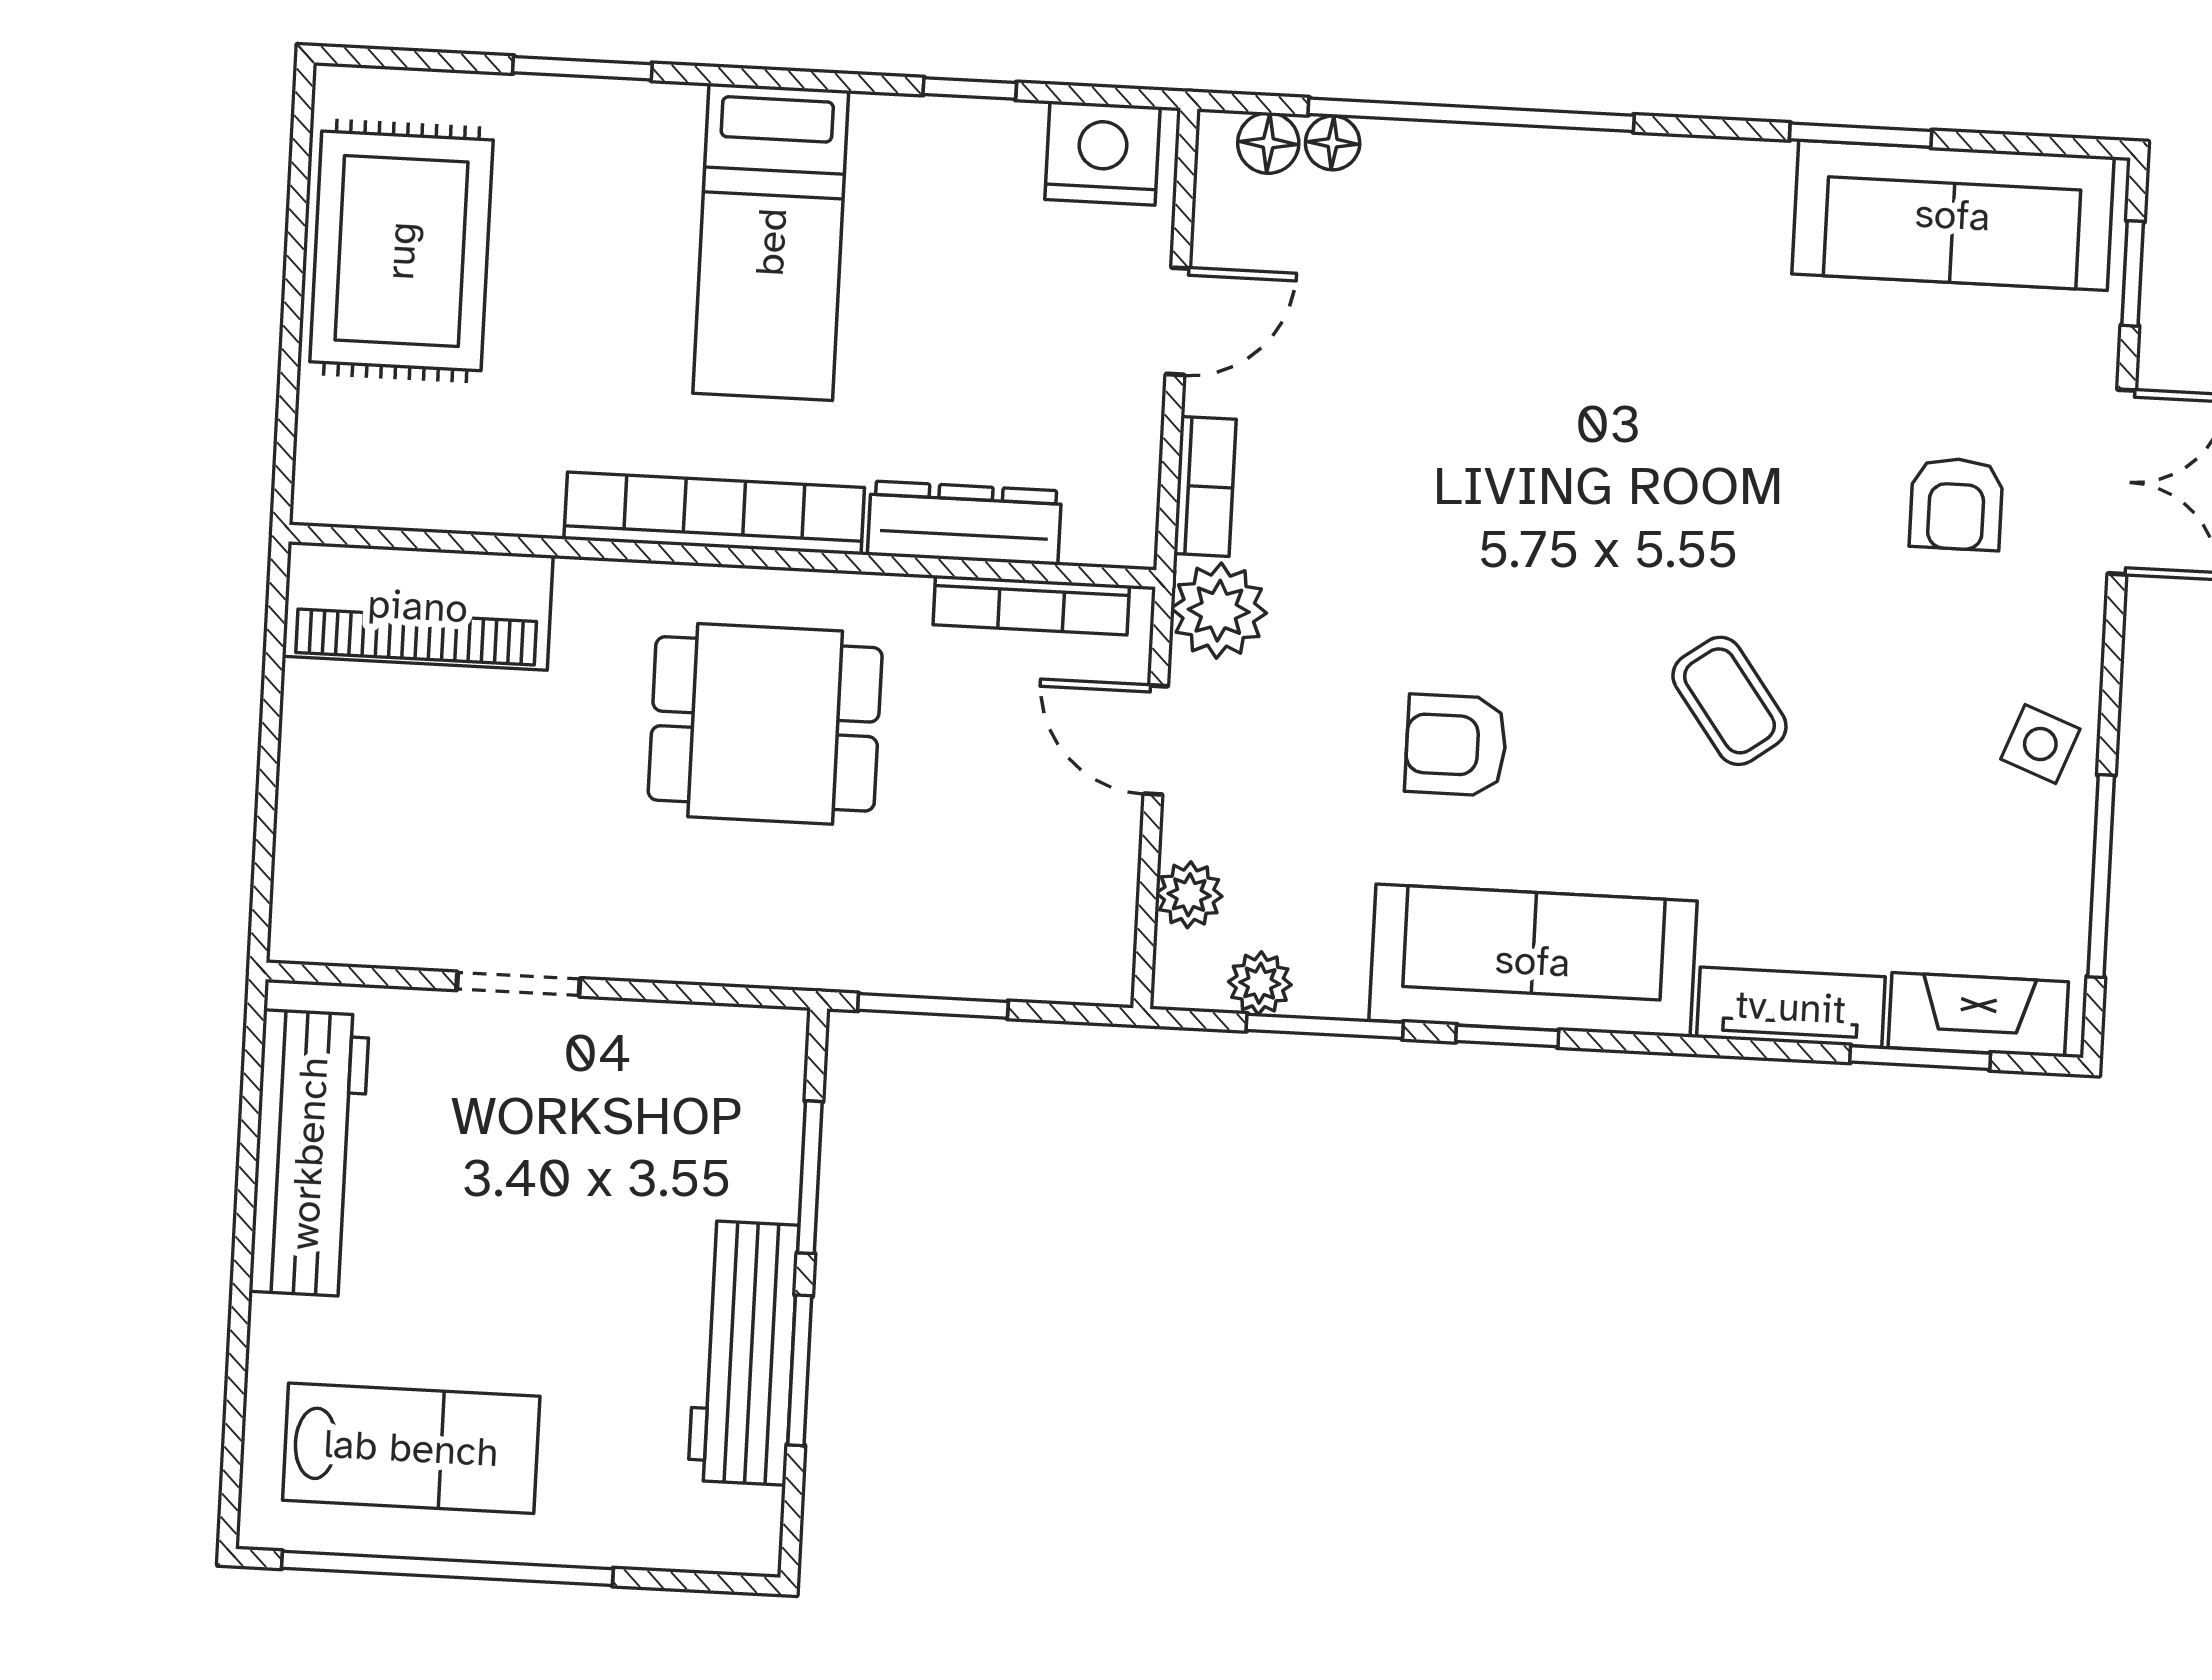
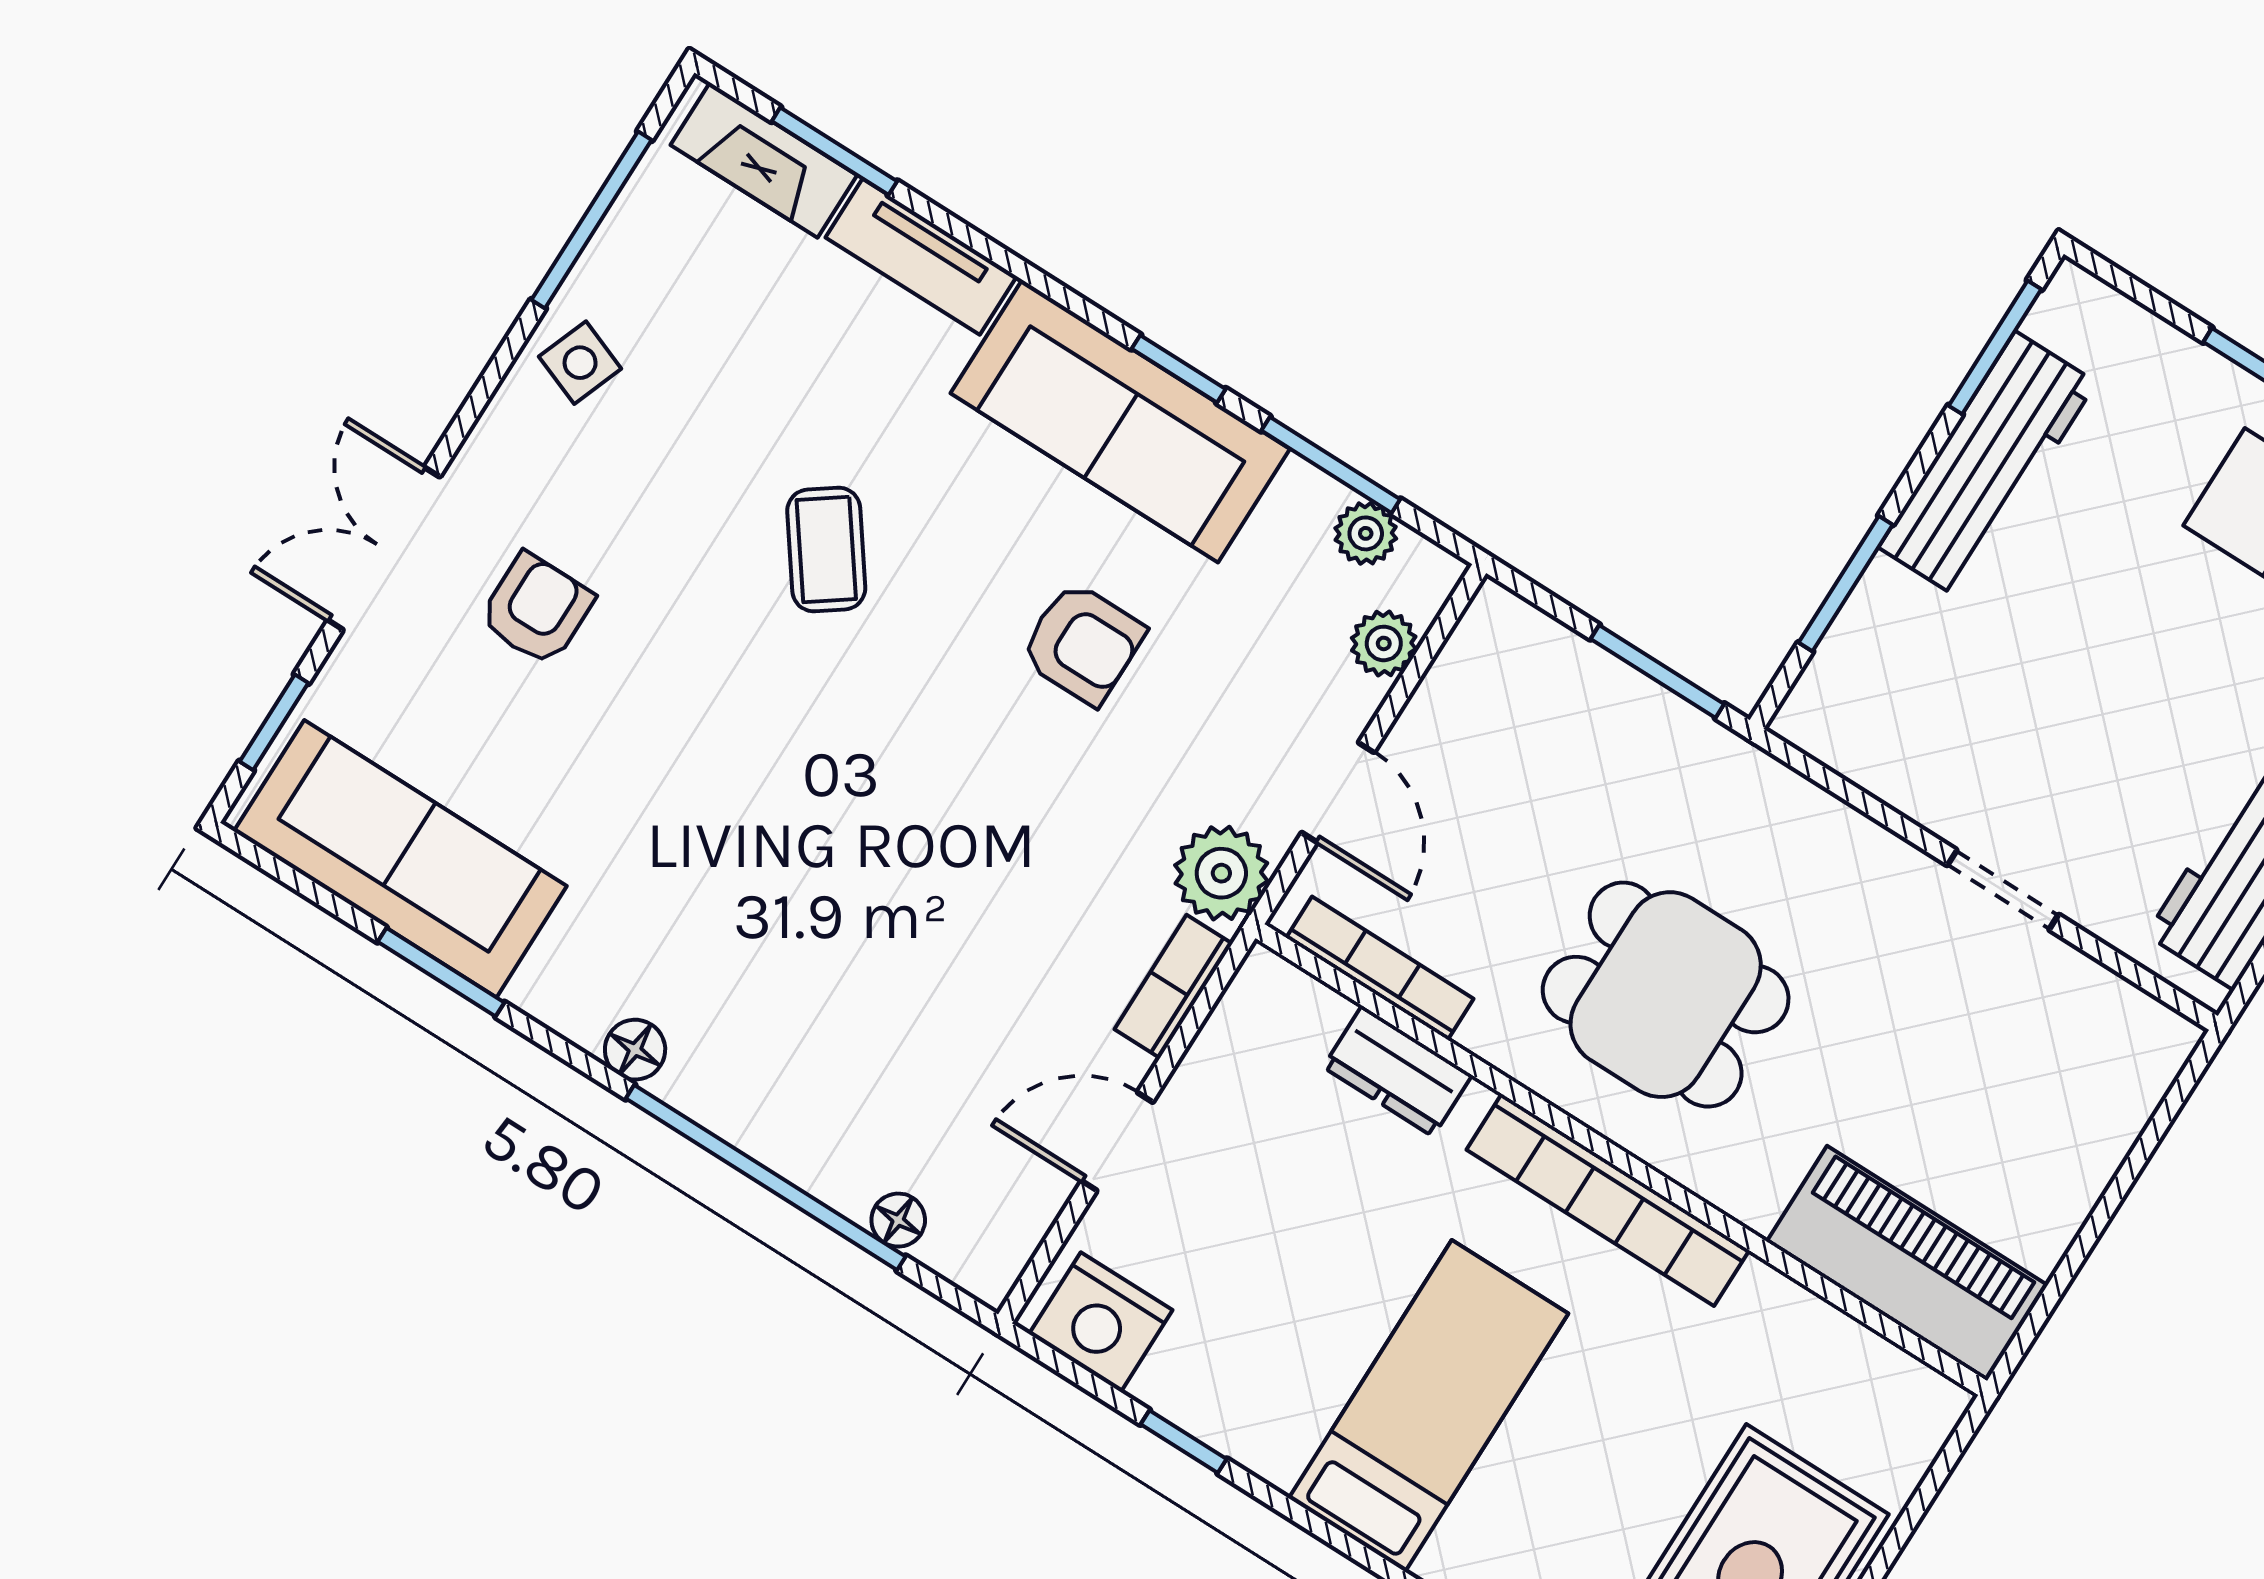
floor lamp: (1268, 143) -> (635, 1050), moved
dresser: (964, 523) -> (1398, 1071), width x0.70
window: (800, 1370) -> (1995, 347), moved

